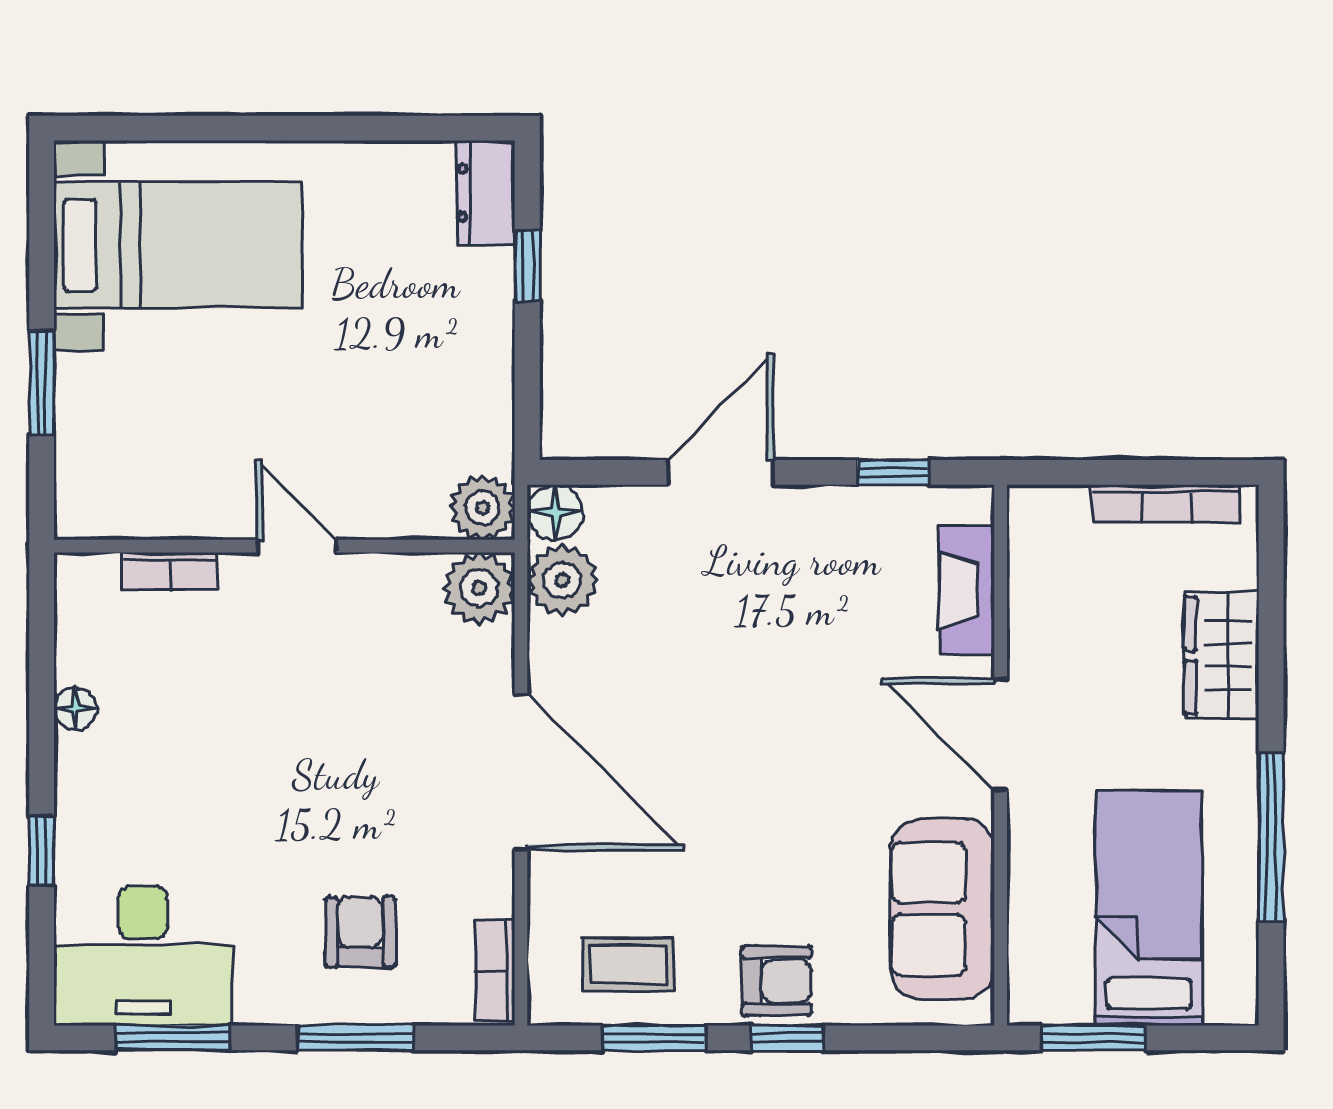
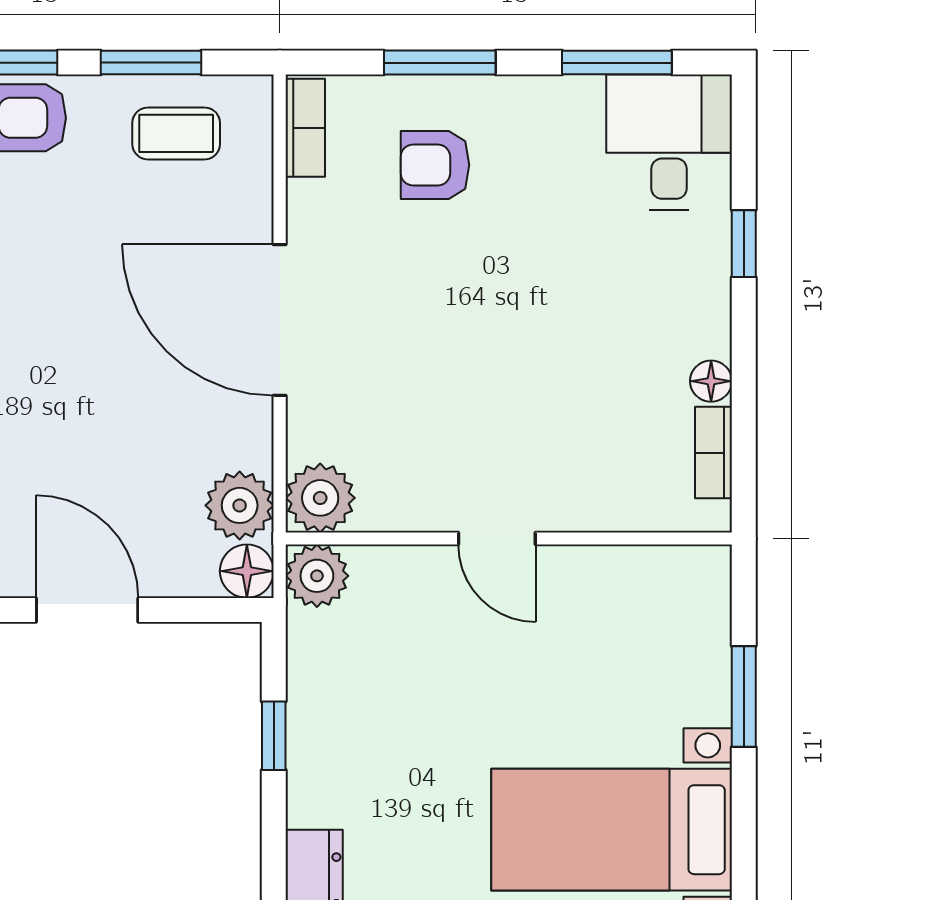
window: (527, 266) -> (274, 736), moved
door: (720, 472) -> (87, 610), swing flipped
bookcase: (170, 571) -> (713, 453), moved, turned -90
armchair: (360, 932) -> (435, 165), turned 90
desk: (143, 956) -> (669, 142), width x0.73

